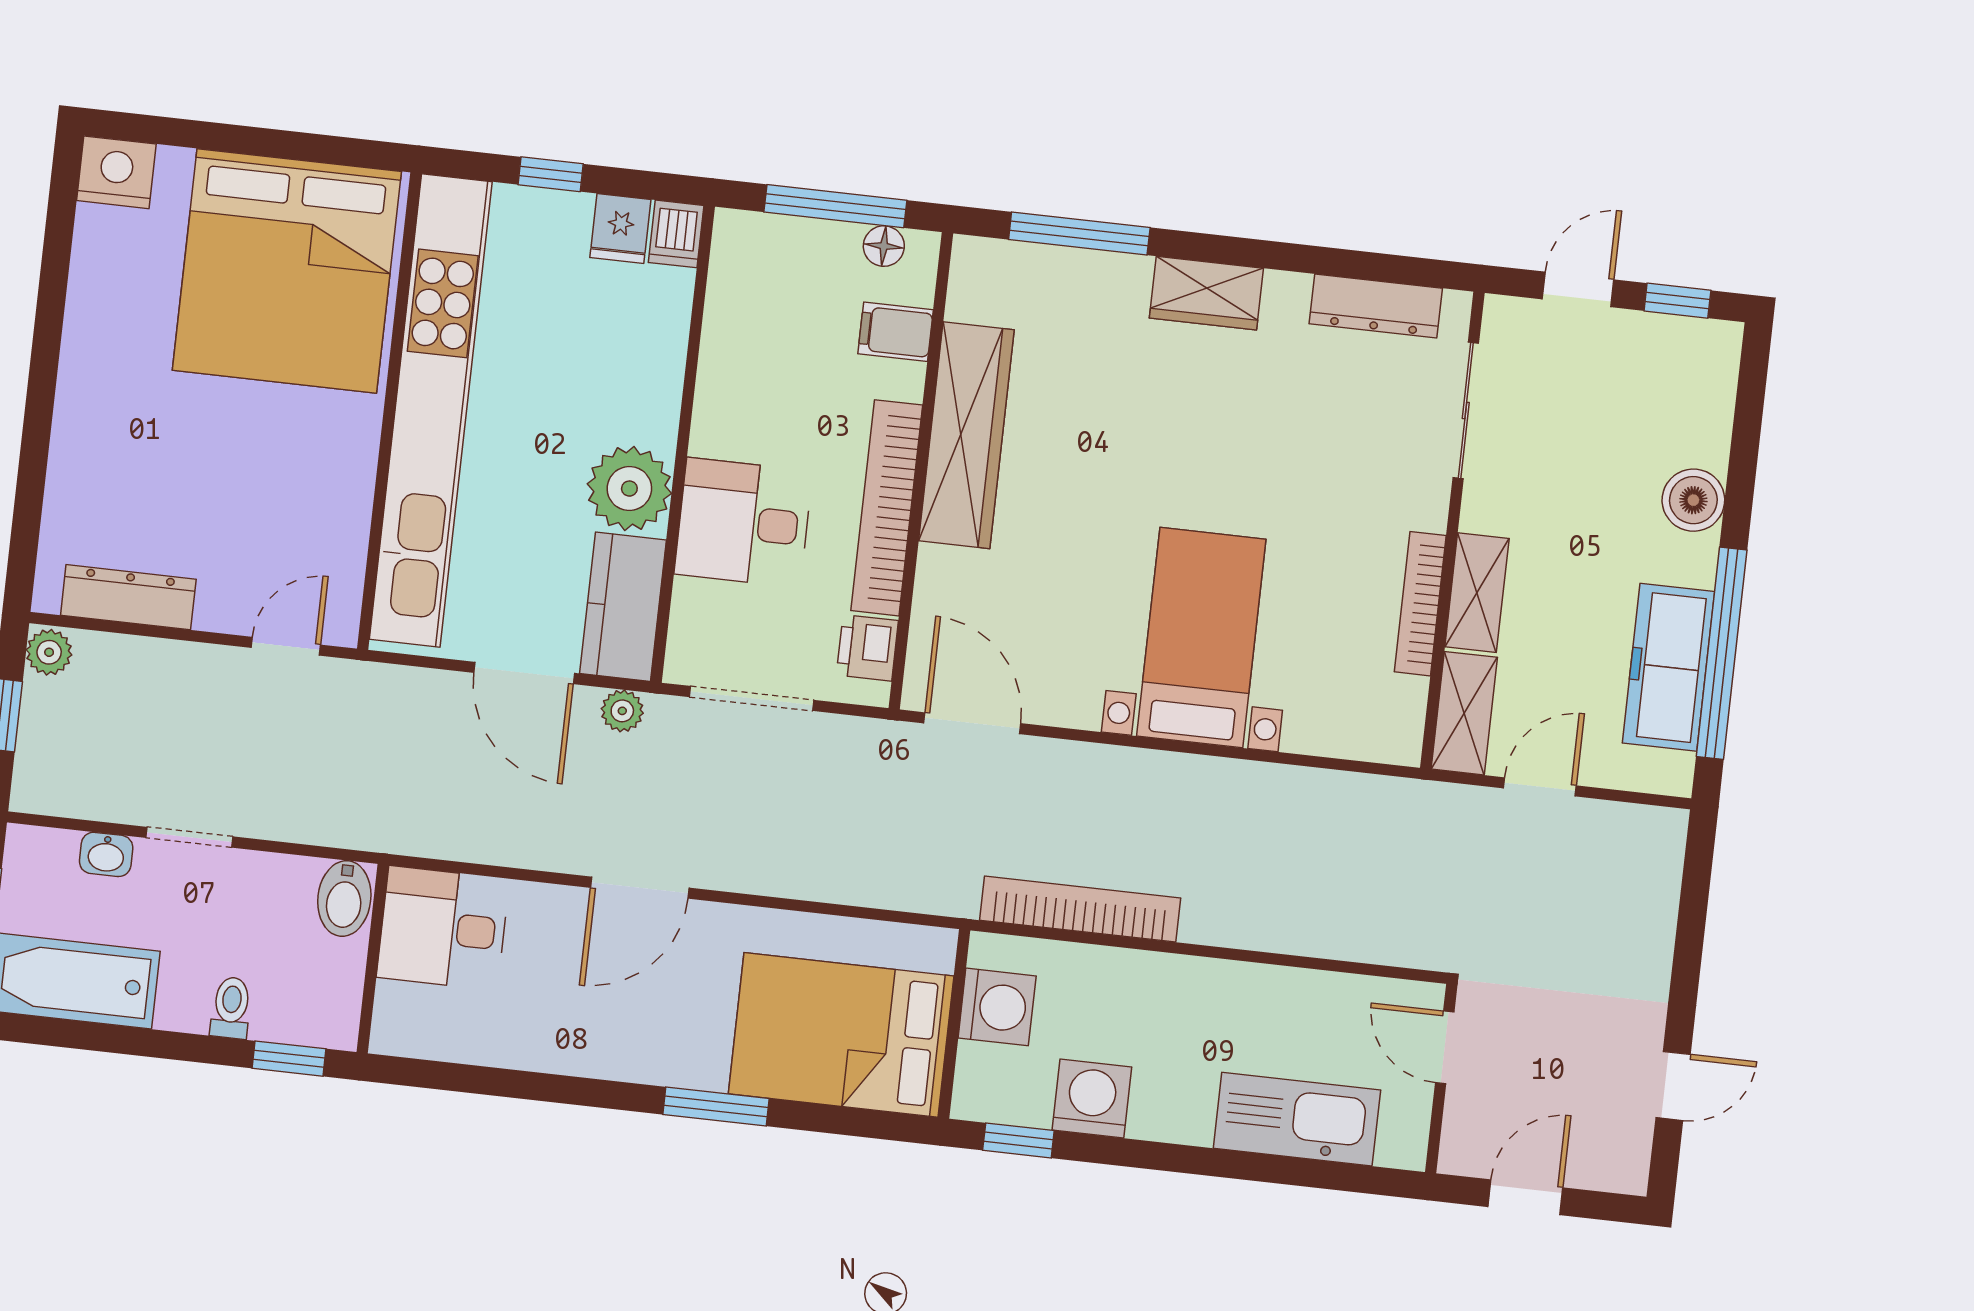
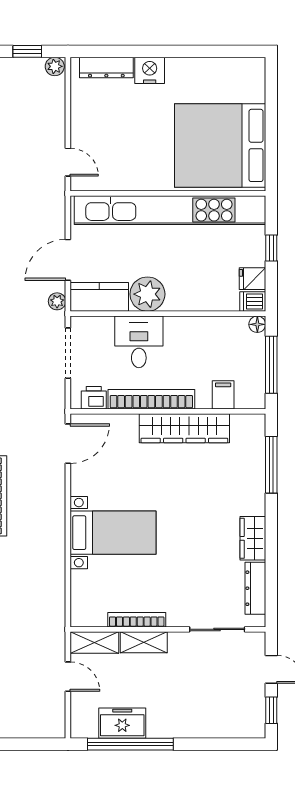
nightstand: (116, 172) -> (150, 70), moved, turned -90
floor lamp: (884, 246) -> (257, 324), moved
wardrobe: (1206, 293) -> (253, 538), moved
boiler: (1693, 500) -> (191, 726), removed
dresser: (128, 597) -> (106, 67), moved, turned 90
freezer: (1668, 667) -> (122, 723), width x0.71

